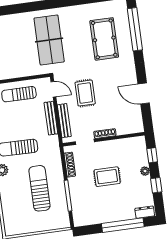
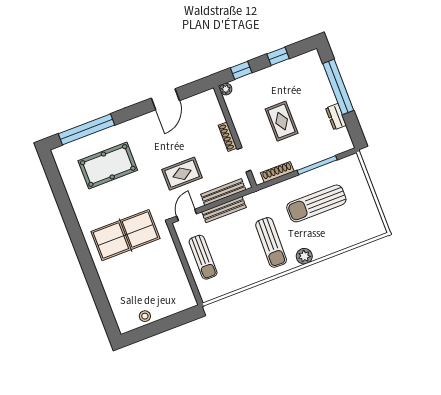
plant: (145, 171) -> (226, 89), moved
dresser: (145, 212) -> (336, 117), moved

